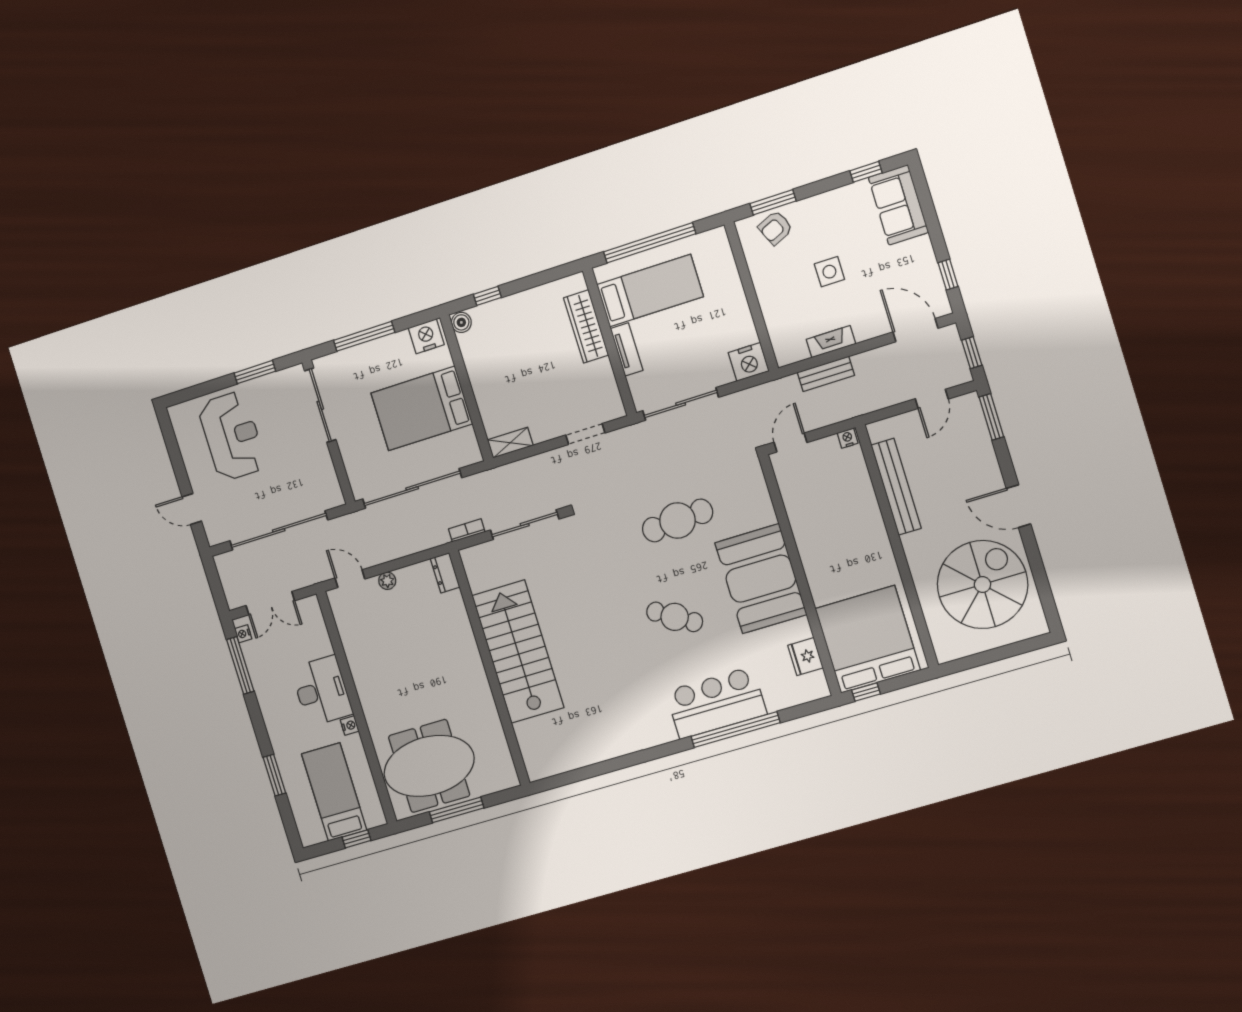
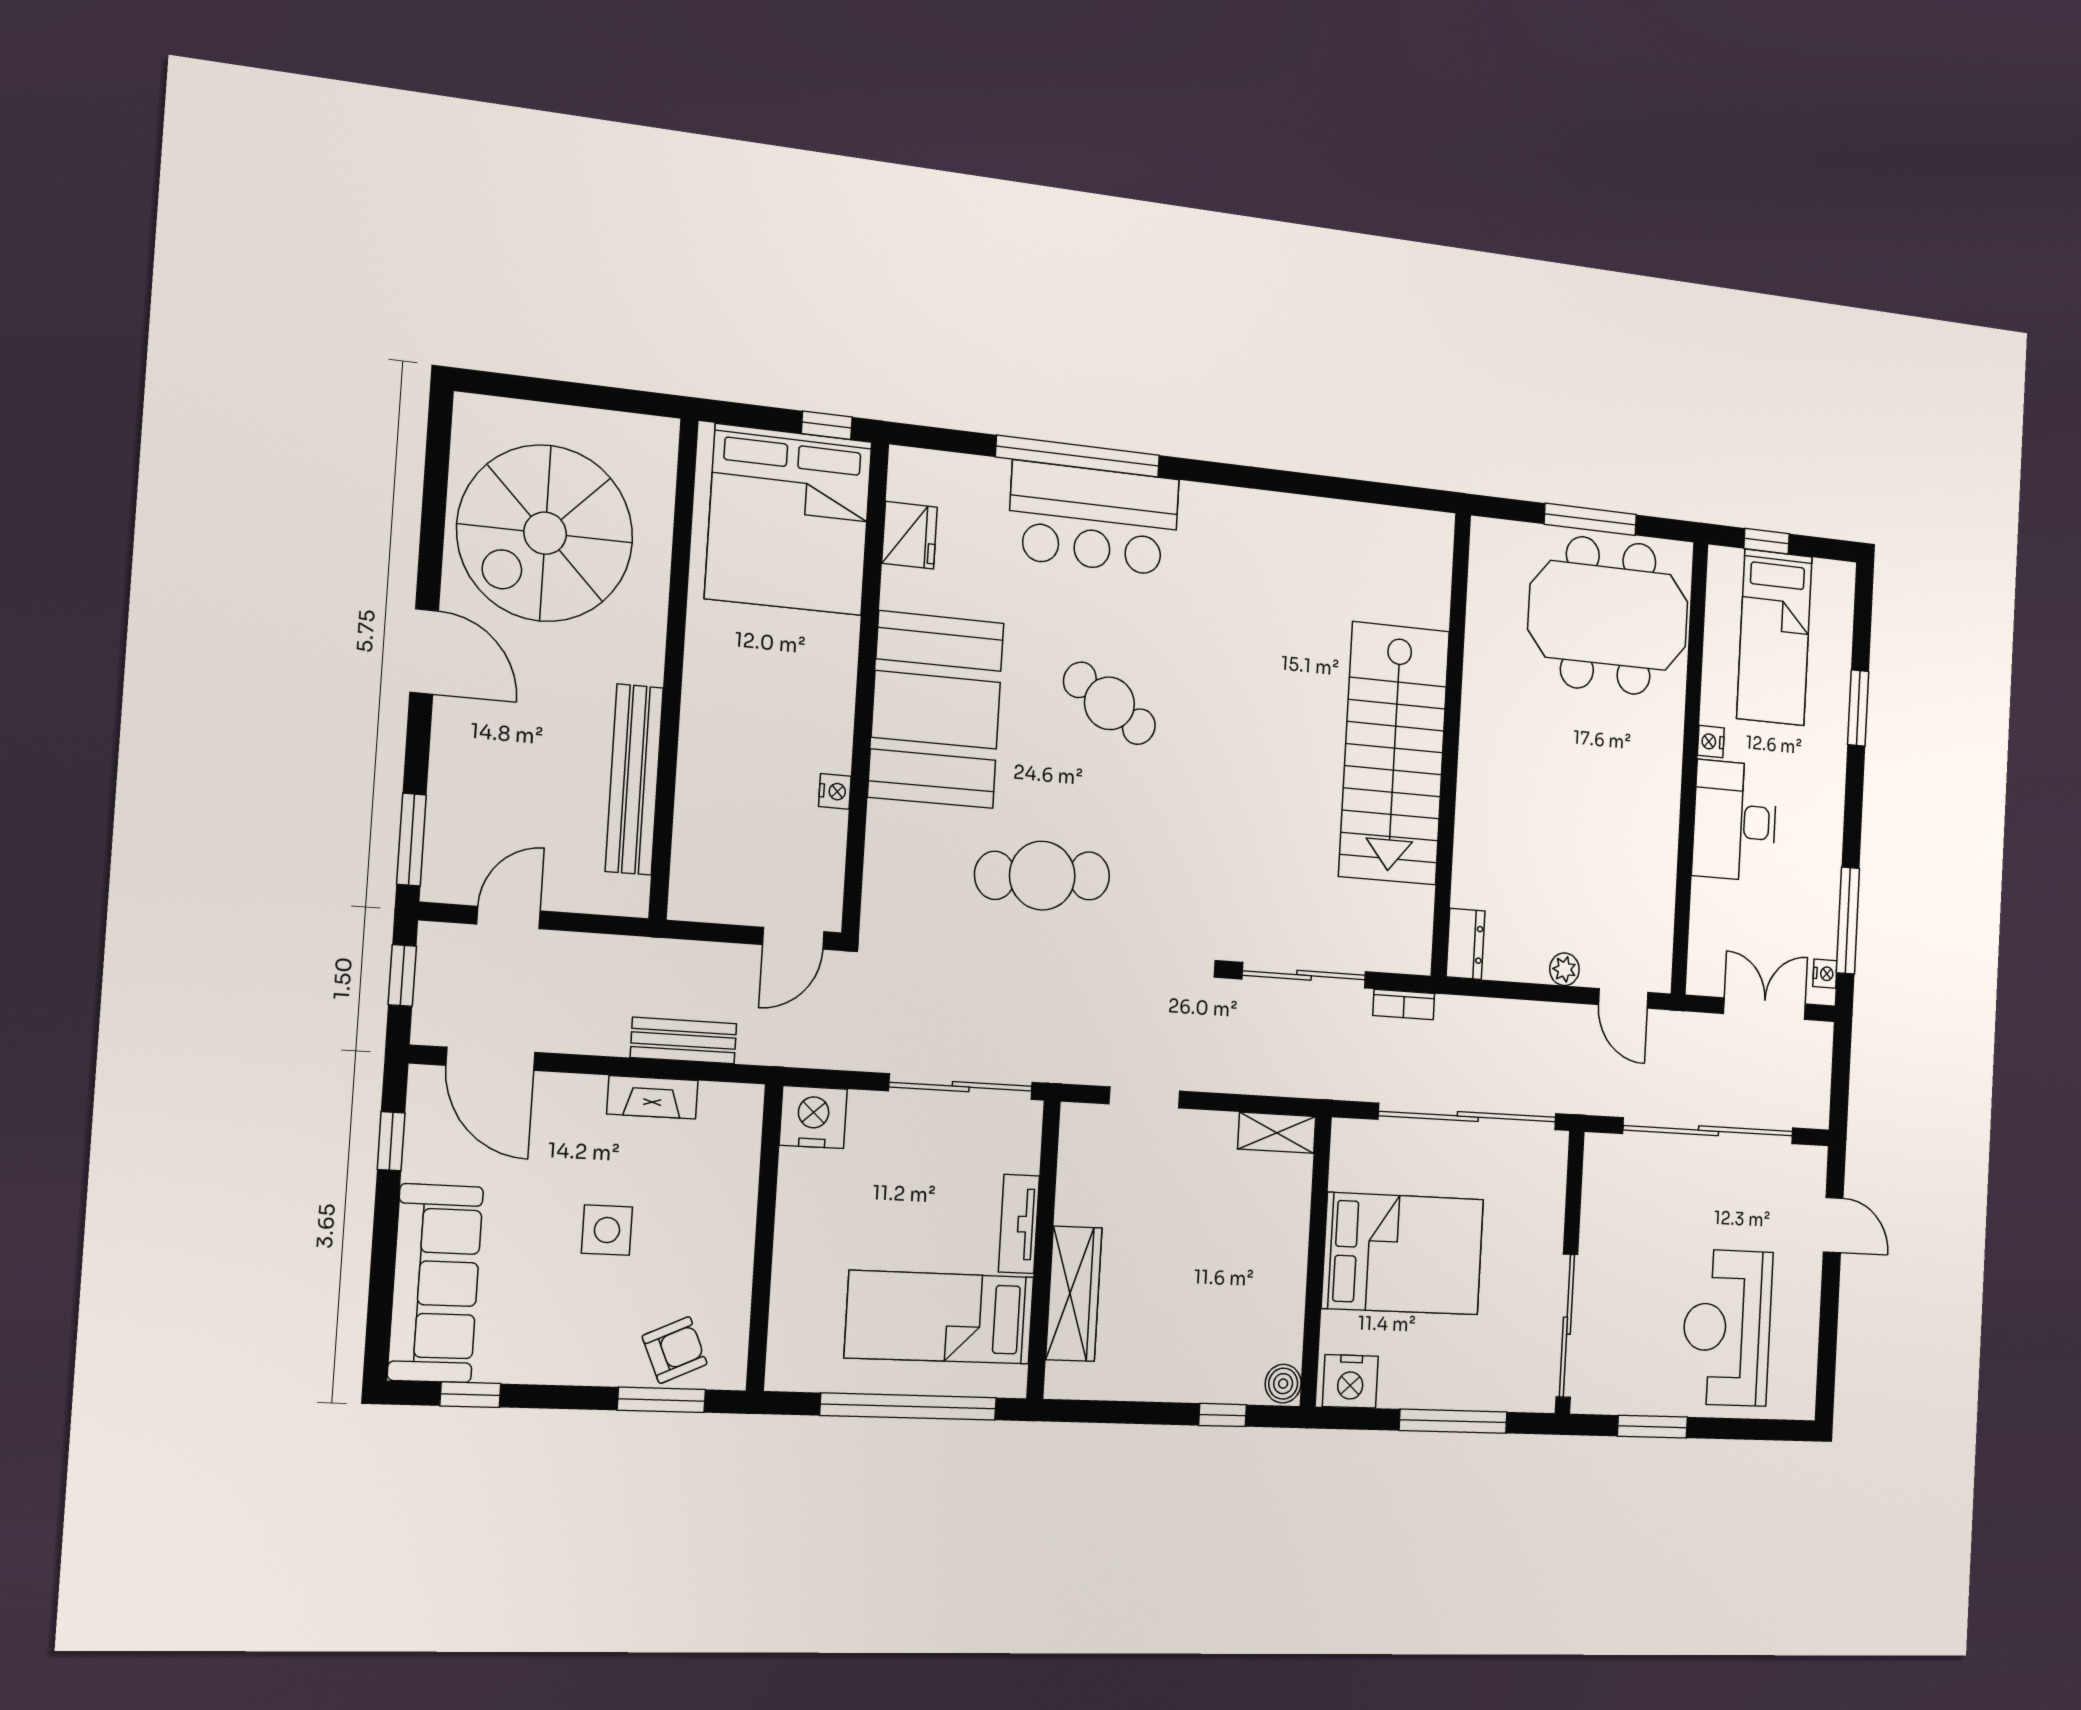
sofa: (898, 205) -> (435, 1283), width x1.36
nightstand: (848, 438) -> (835, 791), moved, turned -90

